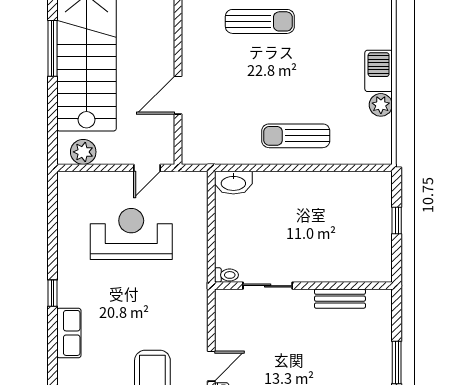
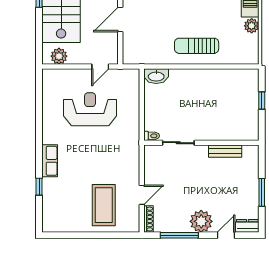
window: (52, 293) -> (39, 187), moved
row of seats: (69, 333) -> (50, 161), moved

